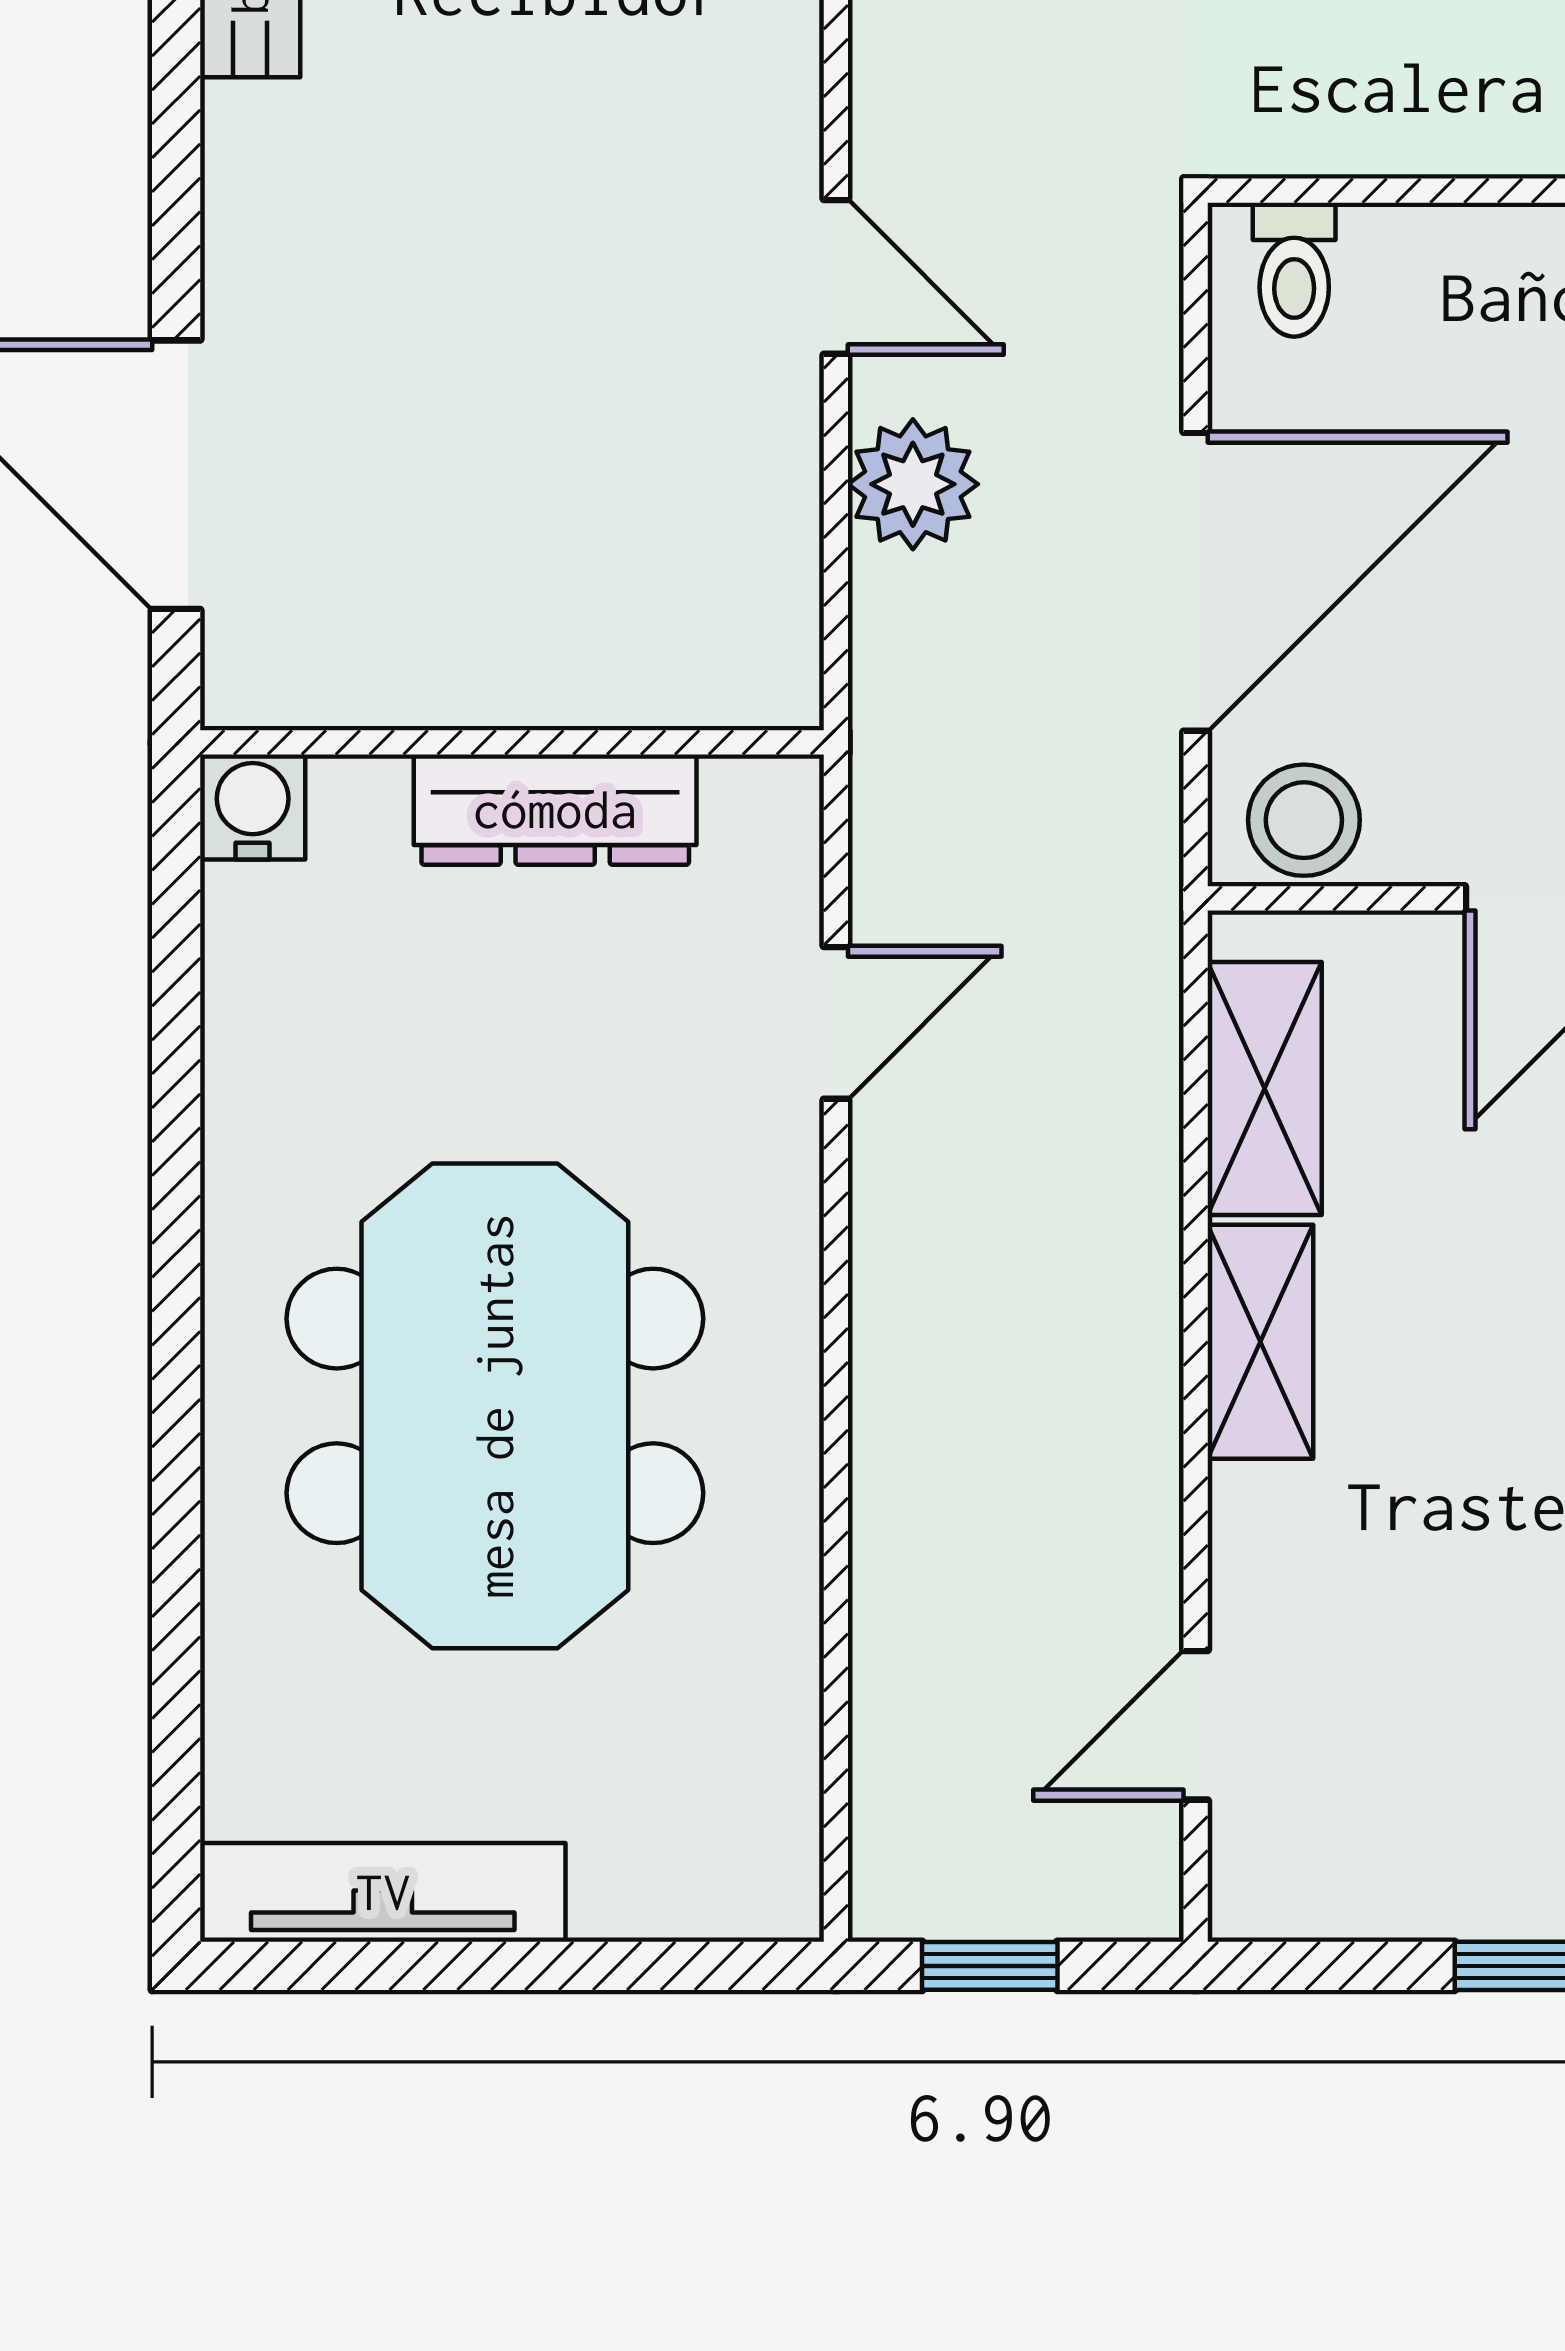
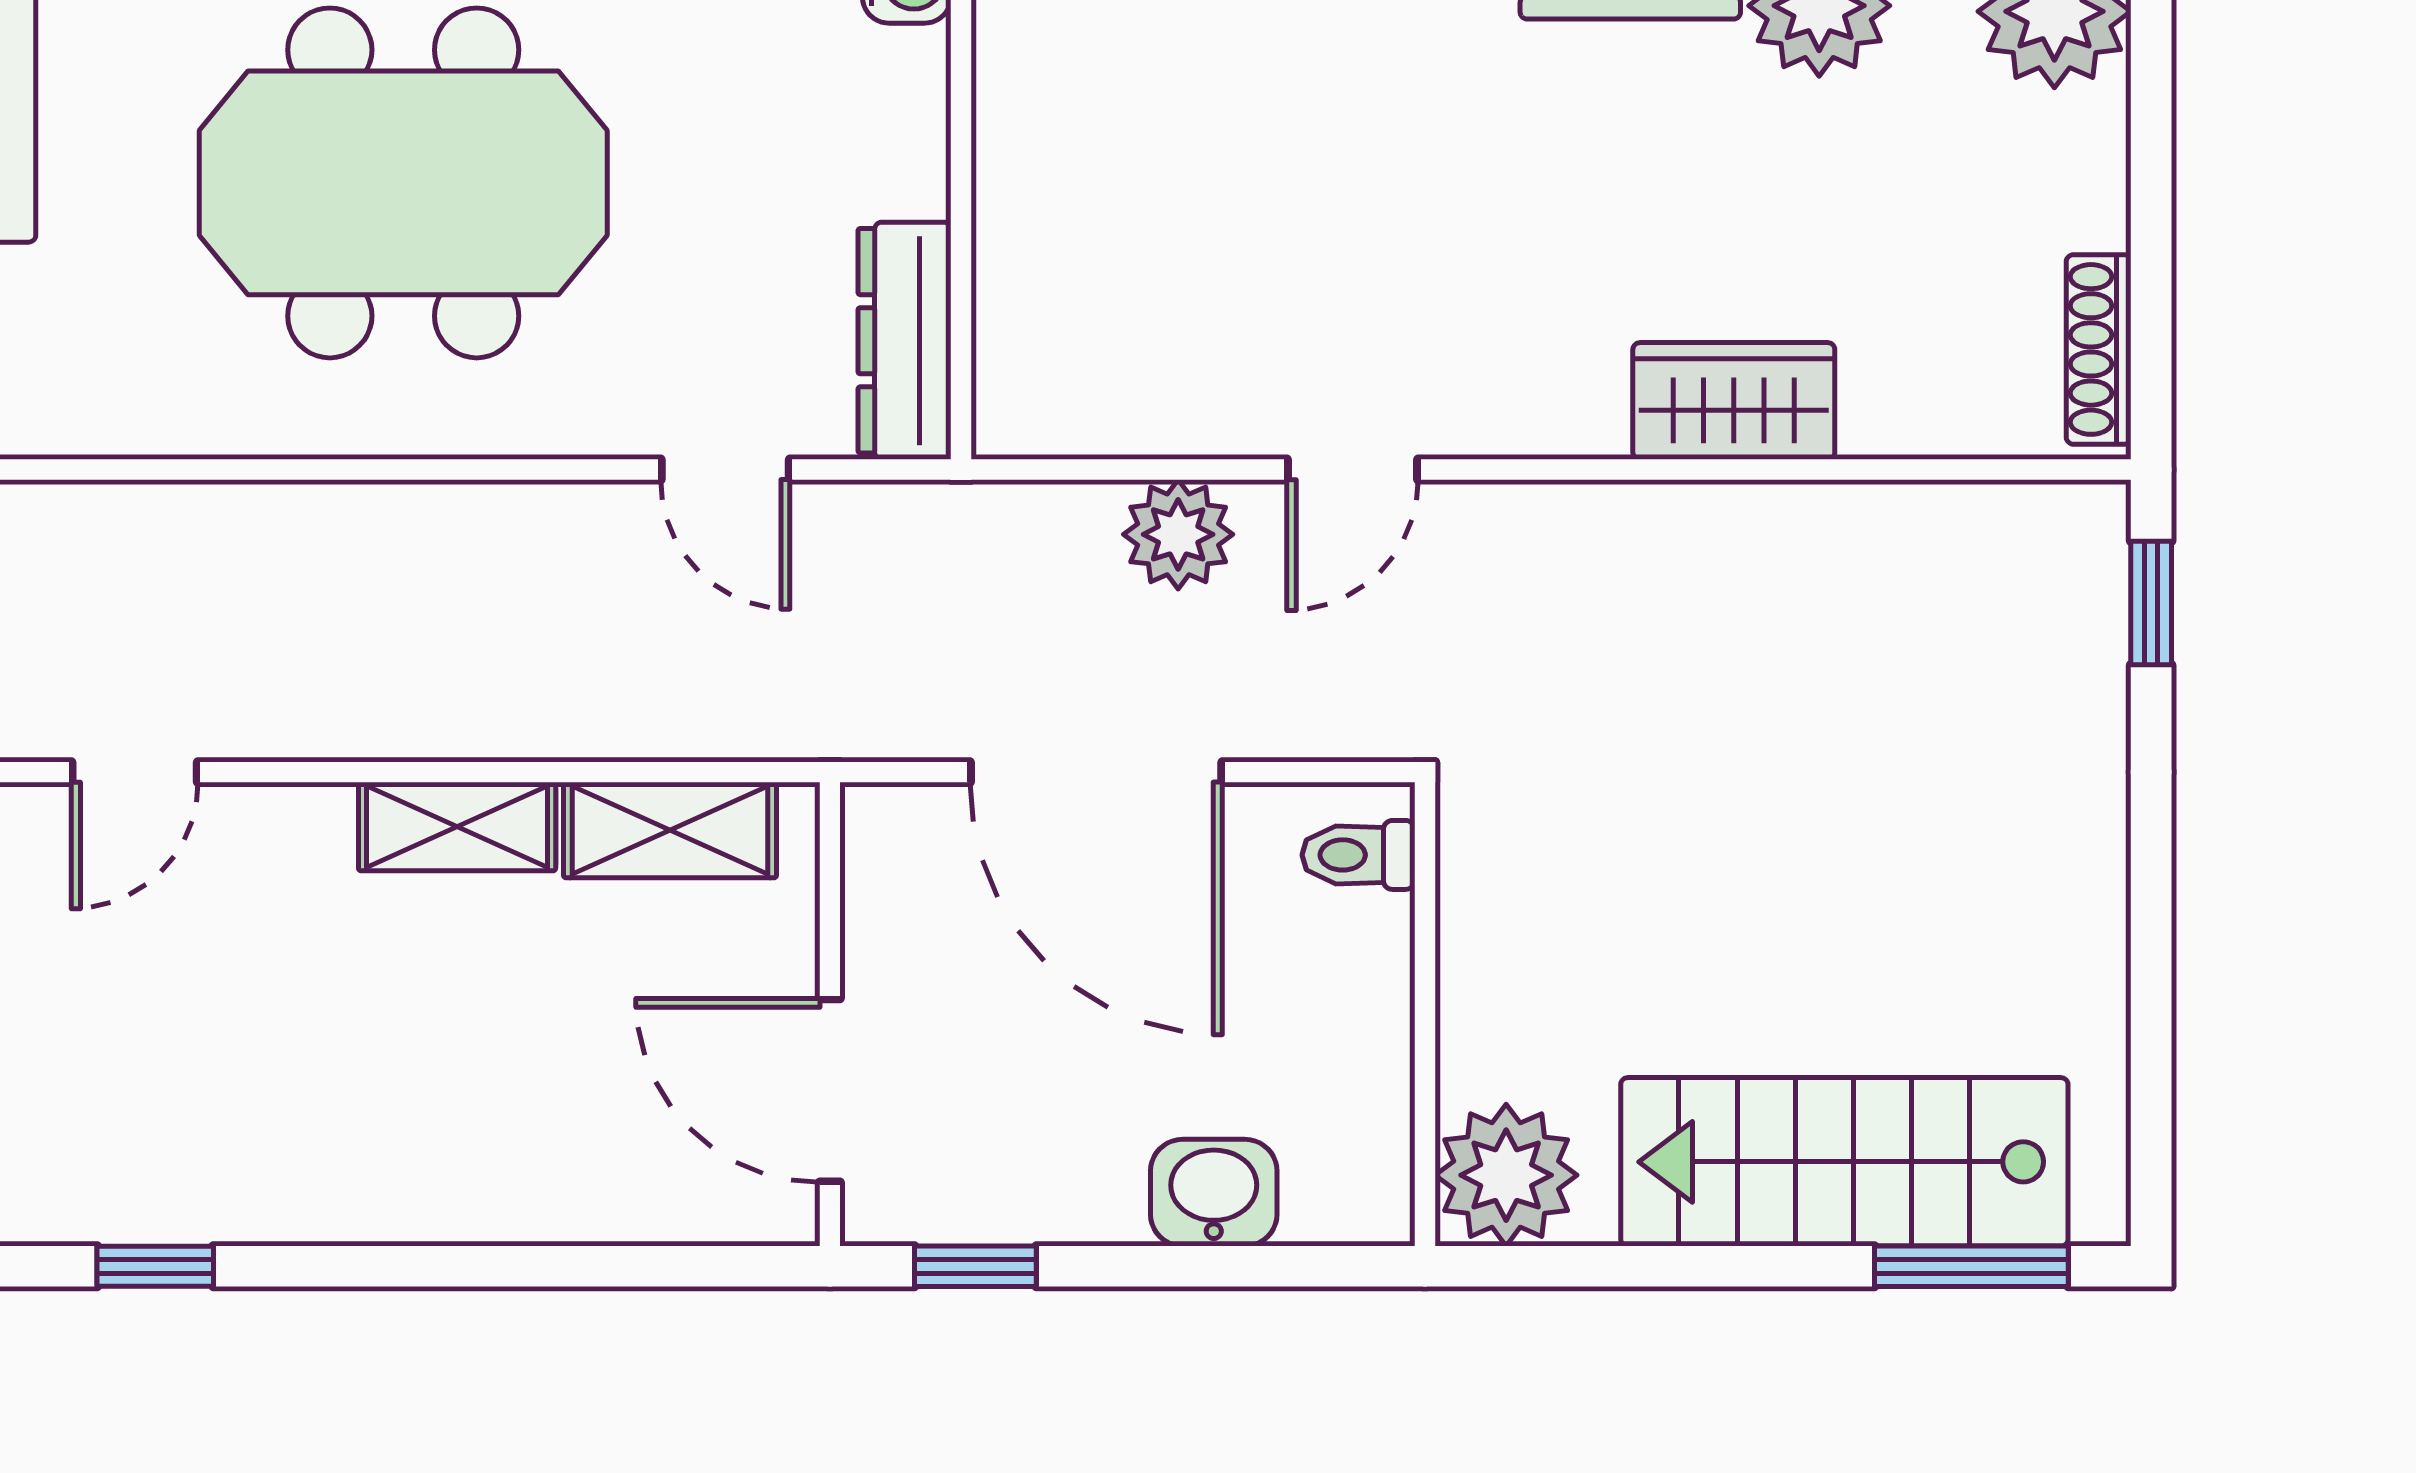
dresser: (555, 810) -> (904, 341), moved
stool: (1304, 820) -> (896, 863), removed
door: (1196, 1725) -> (135, 772), swing flipped

